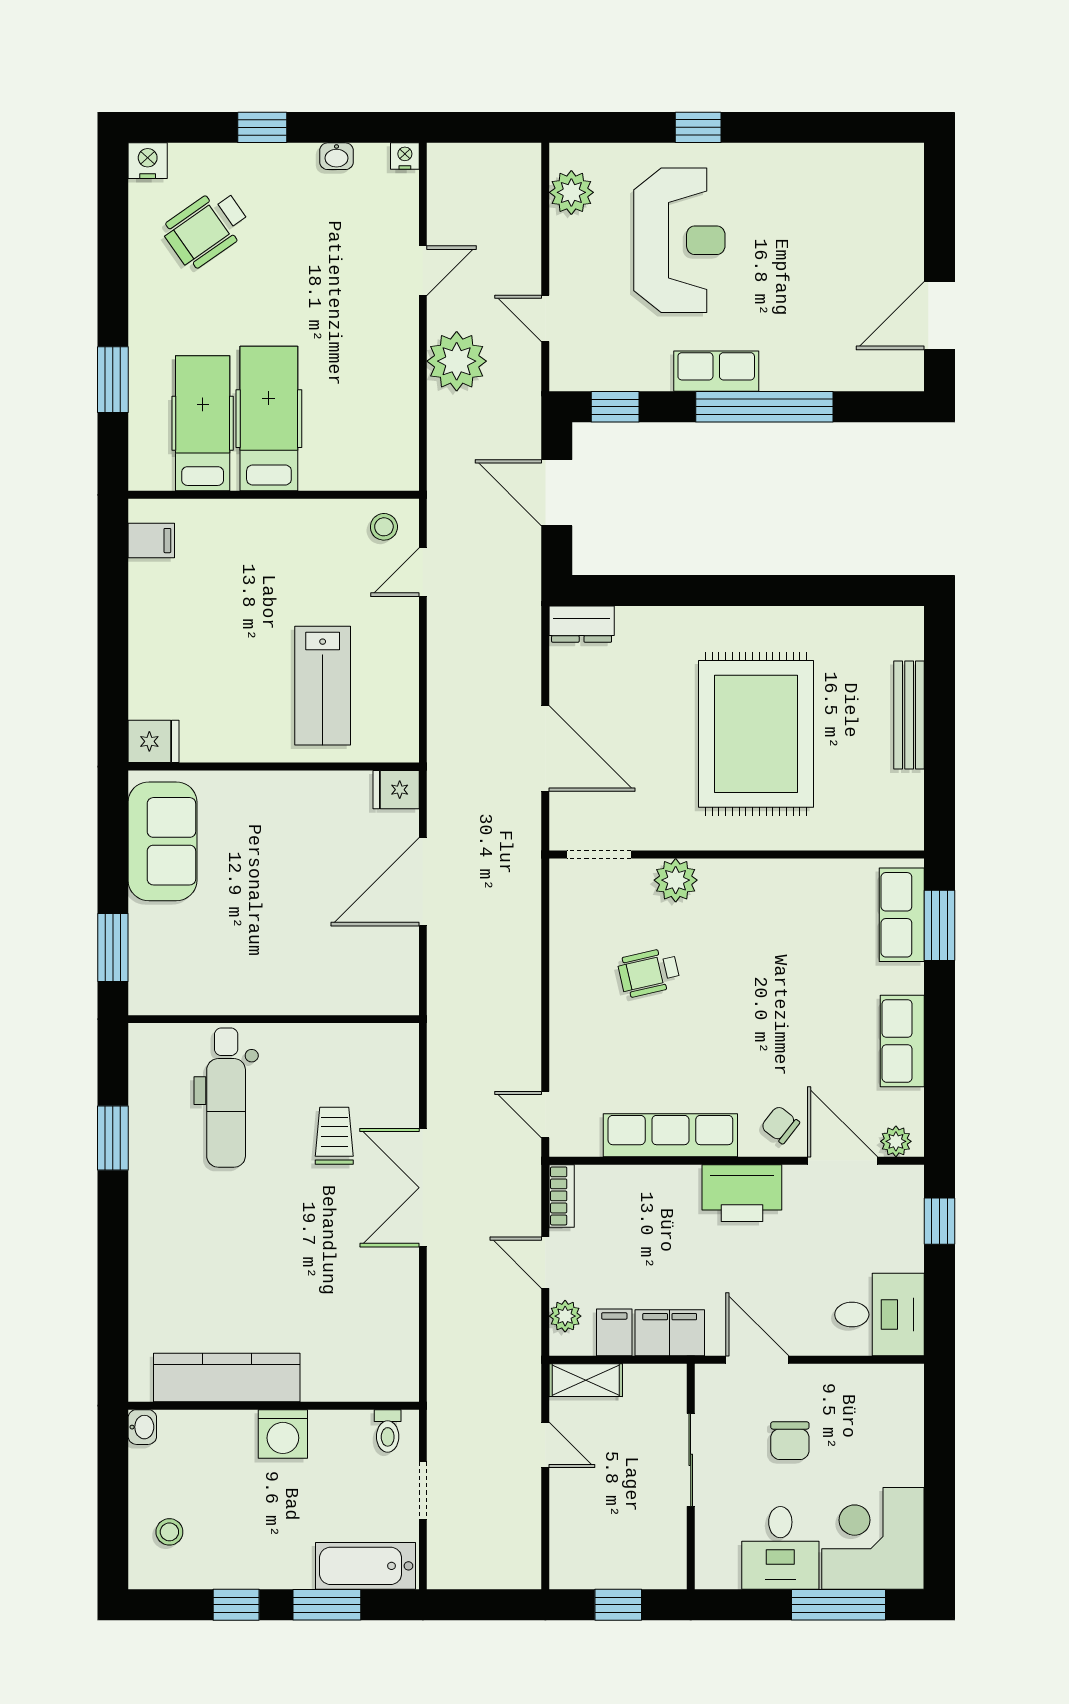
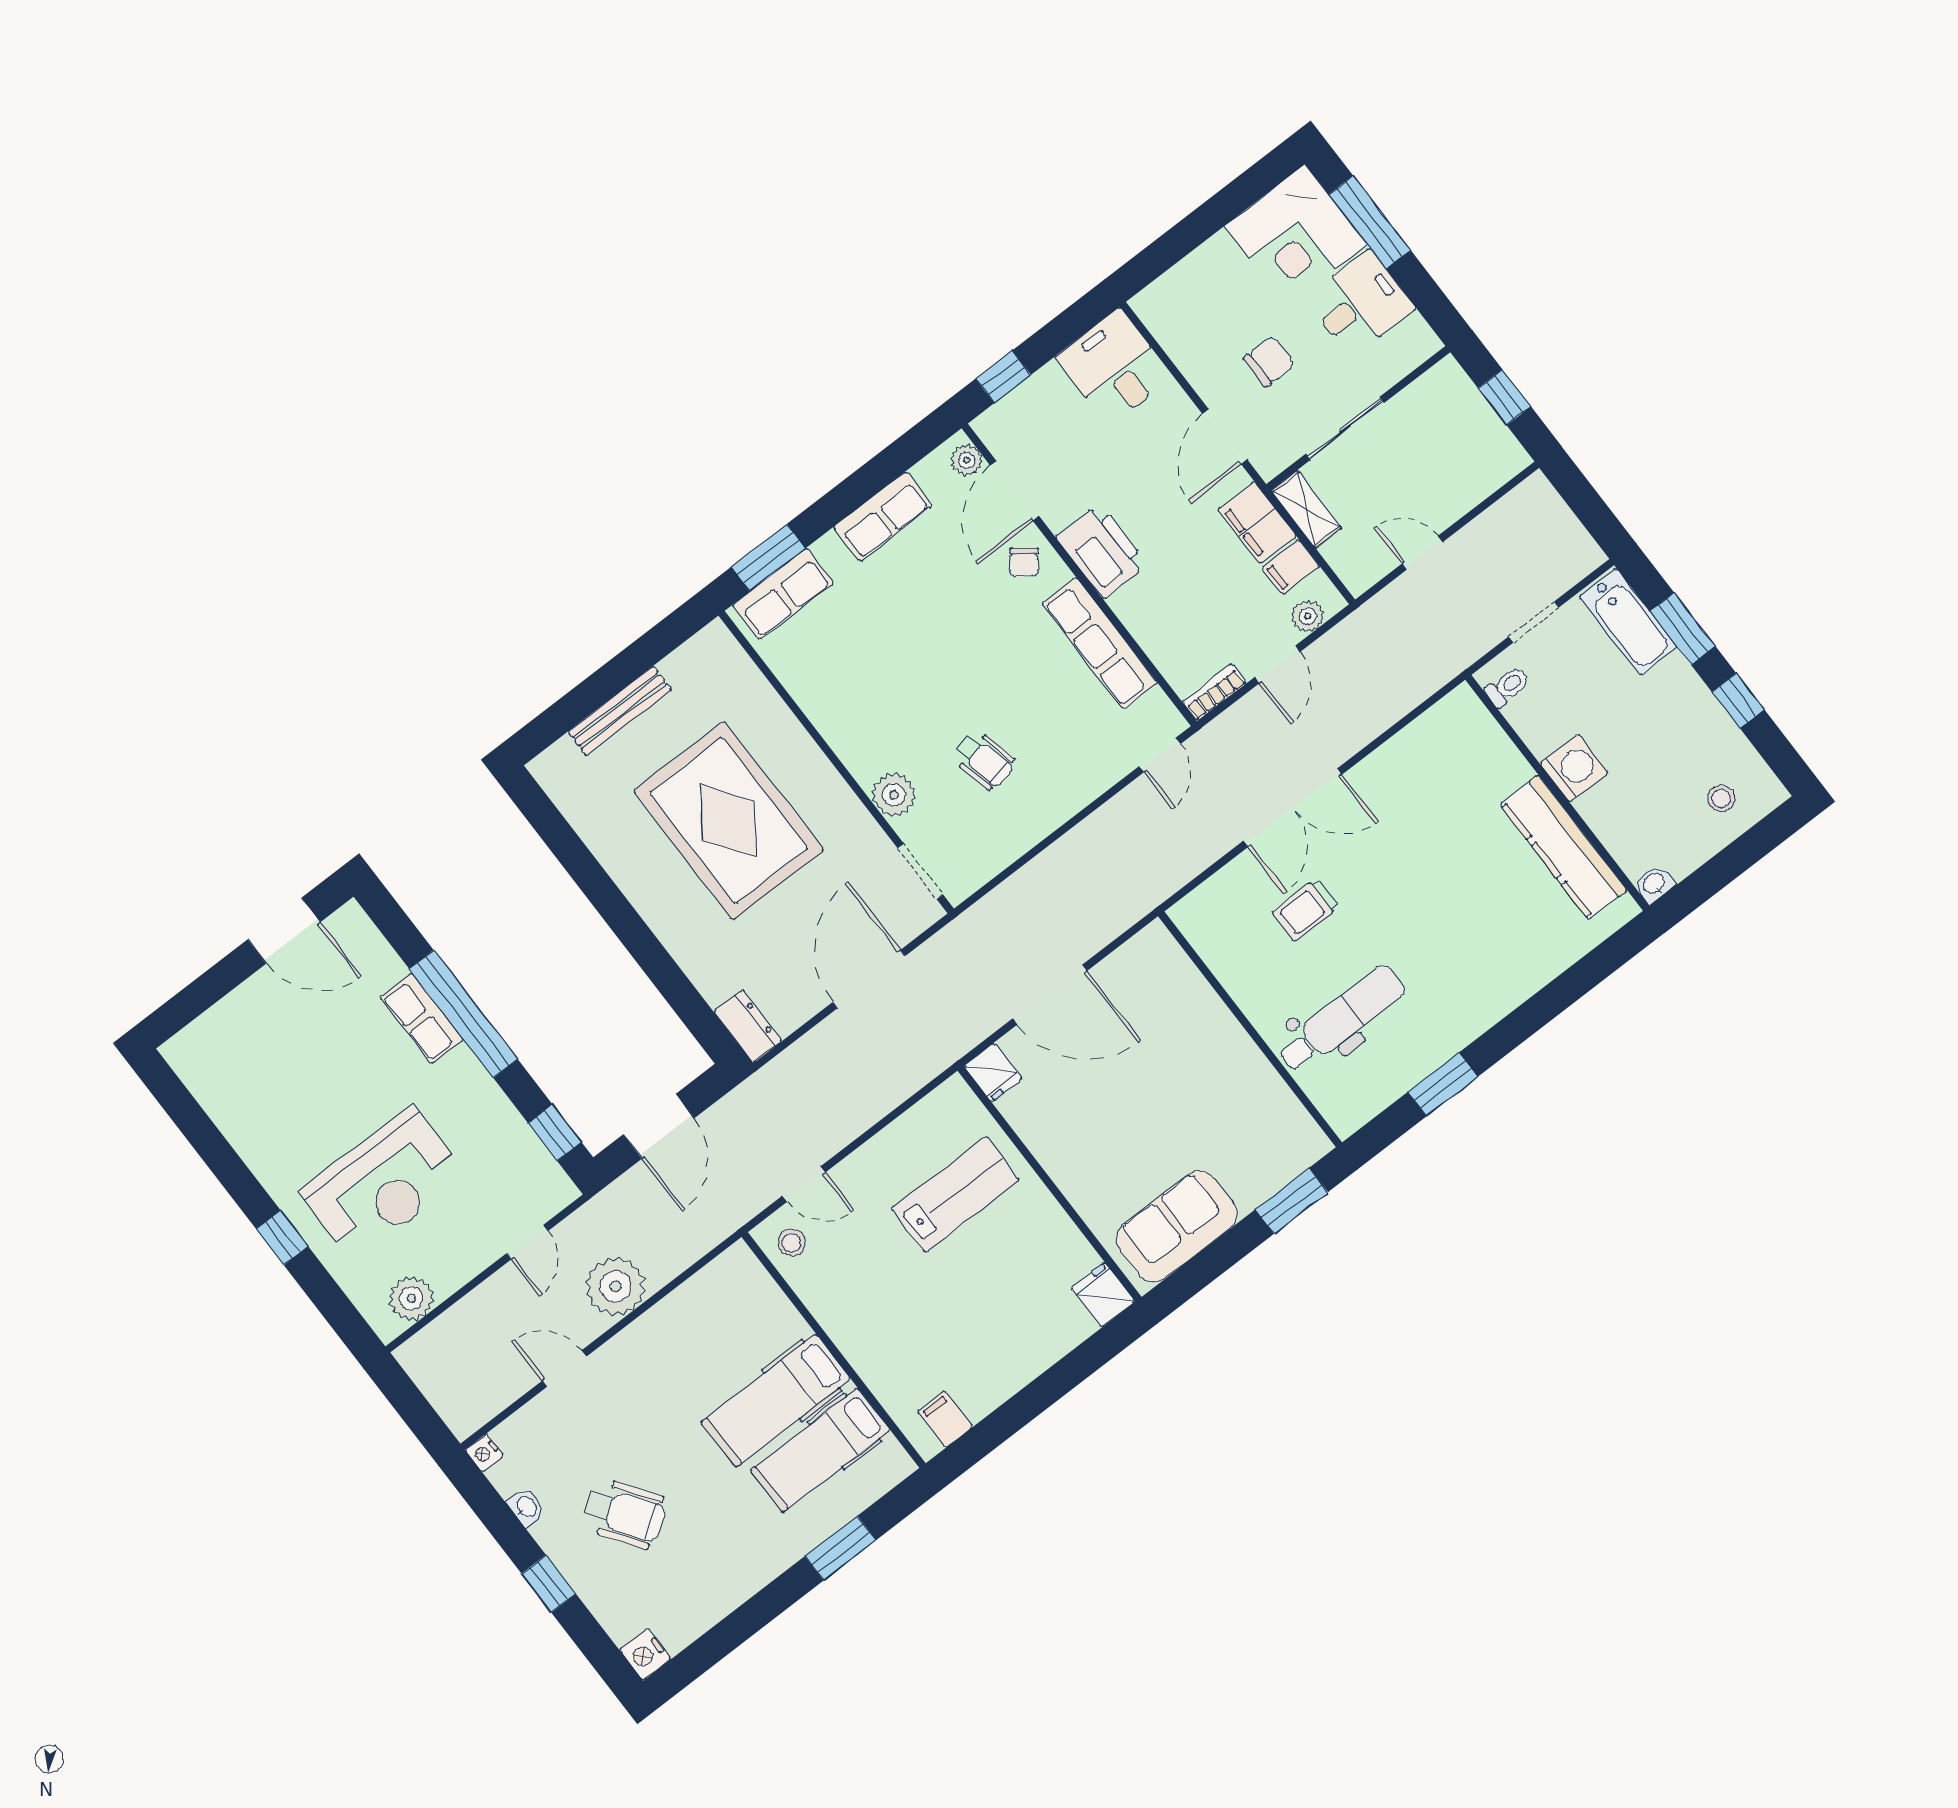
wheelchair: (206, 228) -> (625, 1514), moved
reception desk: (679, 240) -> (383, 1183), turned 180
row of seats: (716, 371) -> (422, 1018), moved
rug: (756, 734) -> (728, 821), turned 90
shelving: (586, 1380) -> (1306, 509), moved
door: (545, 1445) -> (1422, 553), hinge flipped

